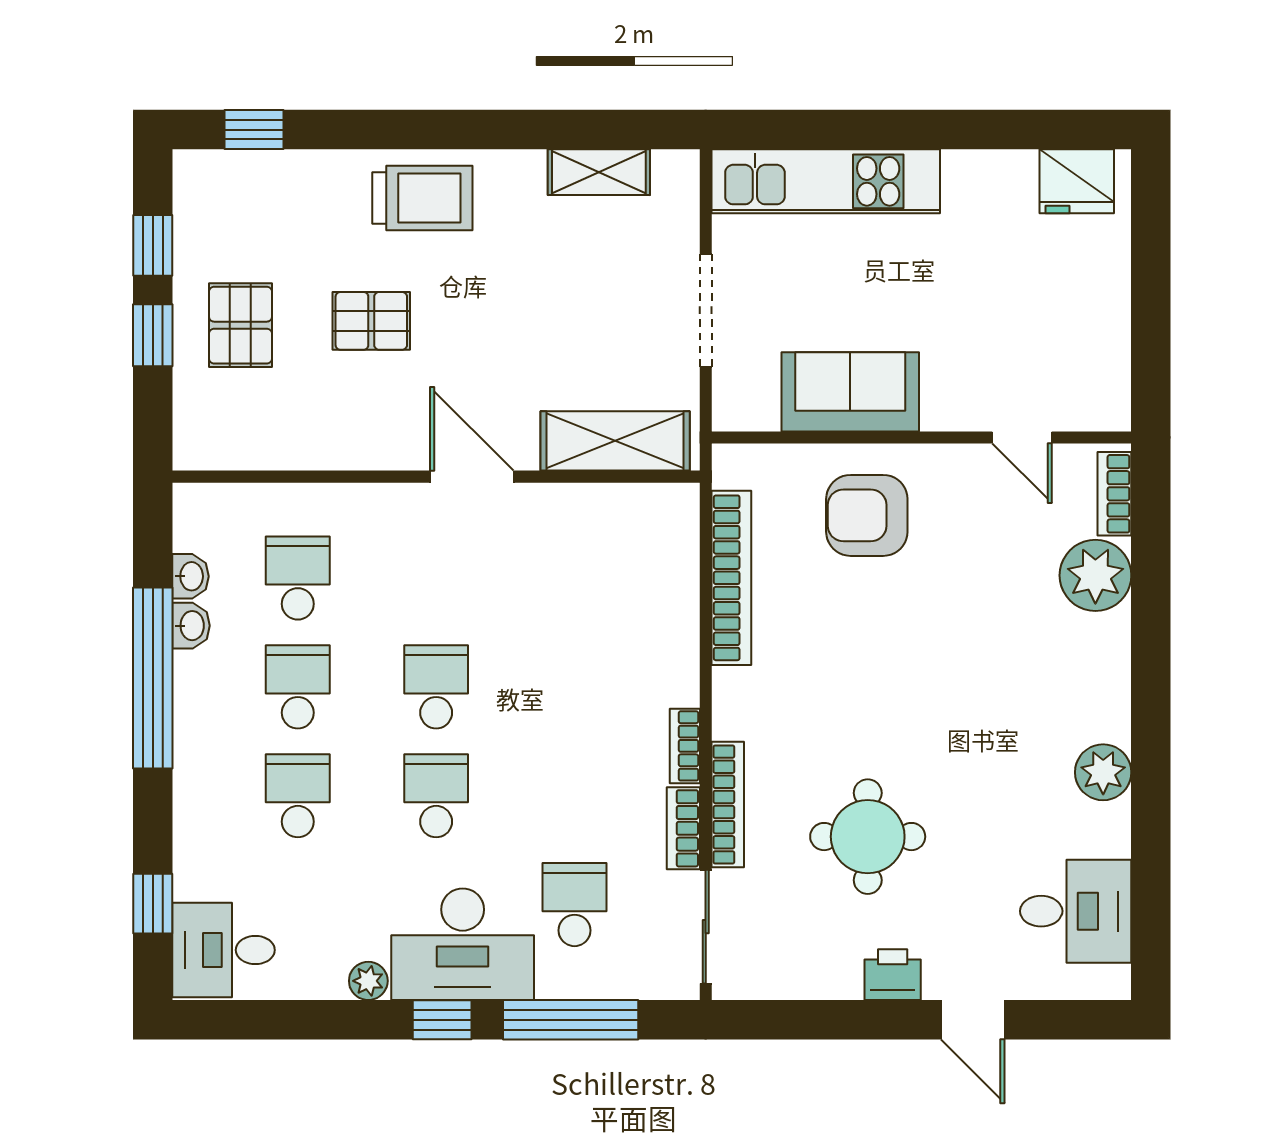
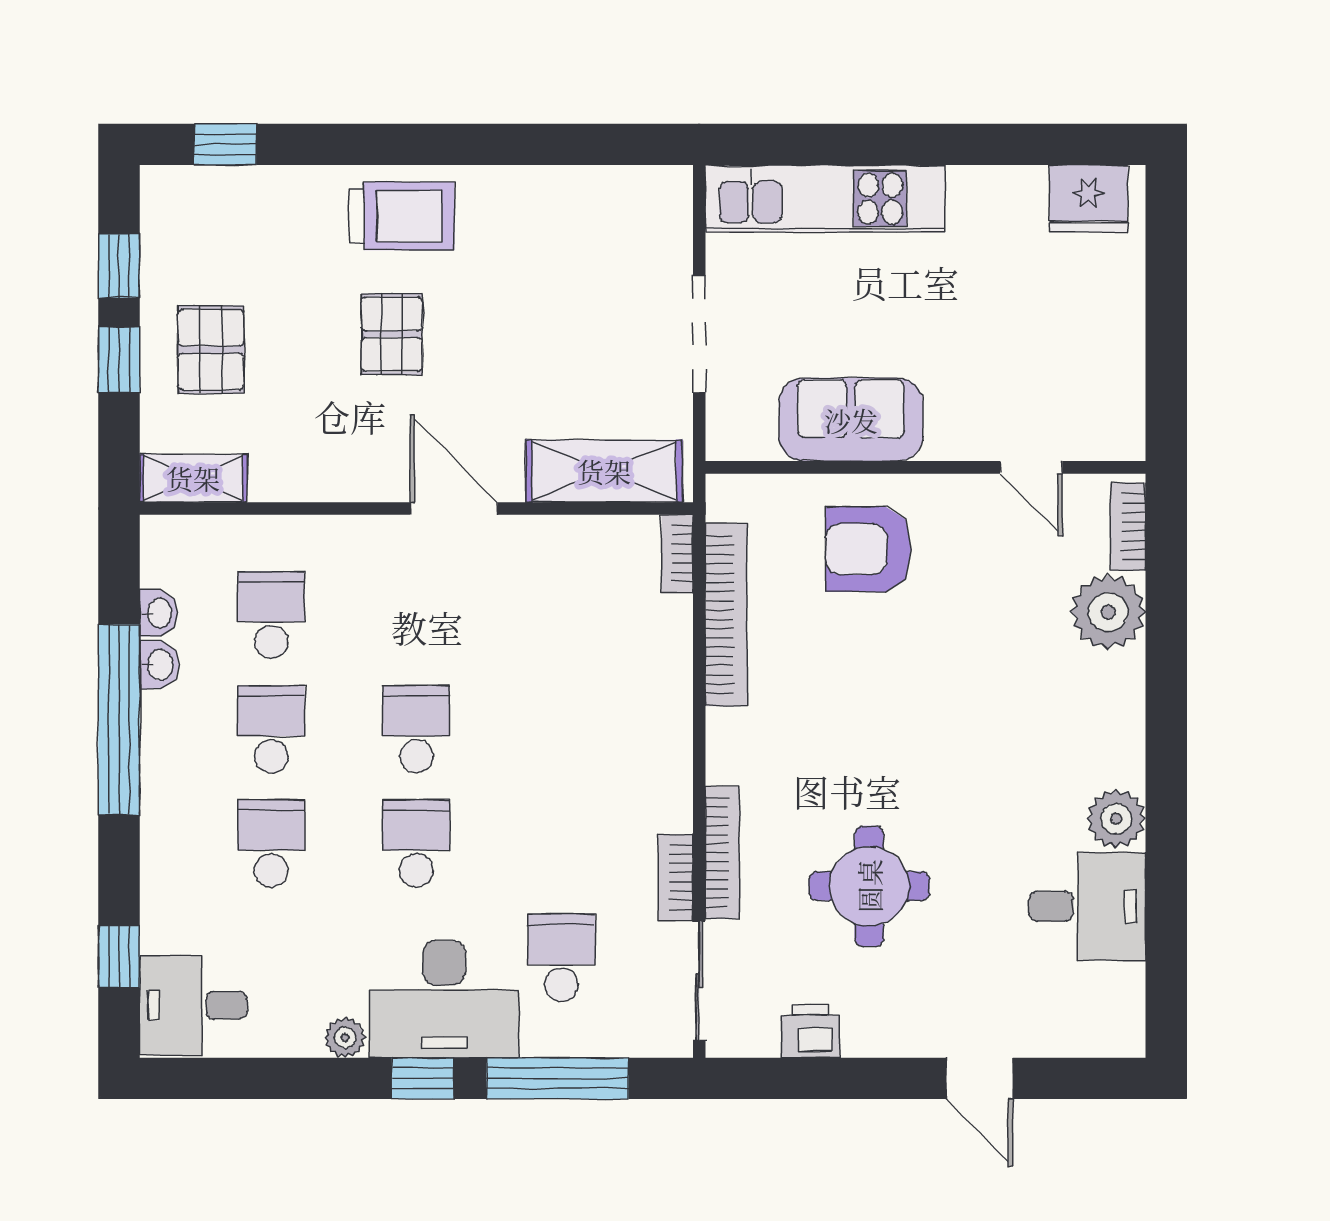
shelving: (599, 172) -> (193, 478), moved
pallet: (371, 321) -> (392, 334), moved, turned 90
bookcase: (685, 746) -> (677, 554), moved
desk: (1076, 911) -> (1087, 906), moved
printer: (893, 975) -> (810, 1031), moved

